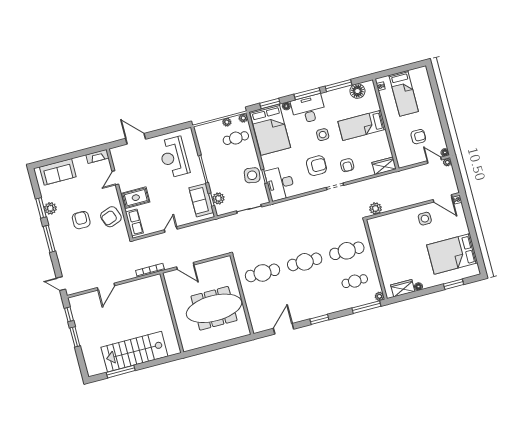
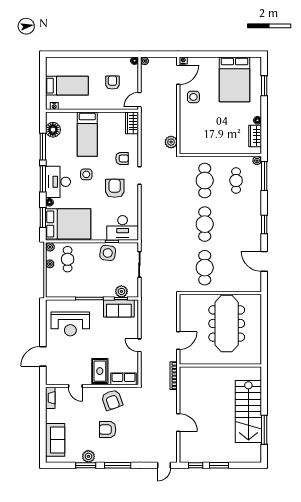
door: (434, 160) -> (139, 100), moved

